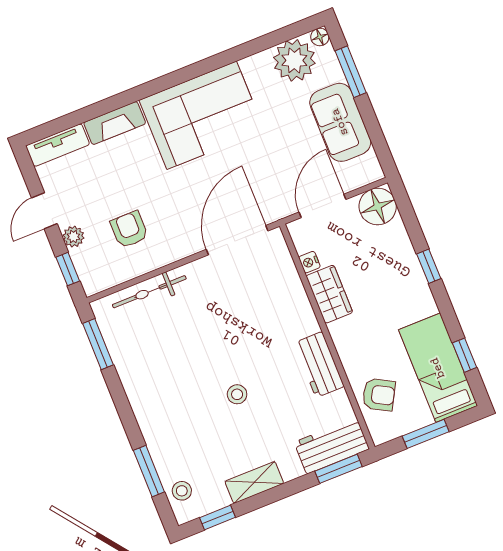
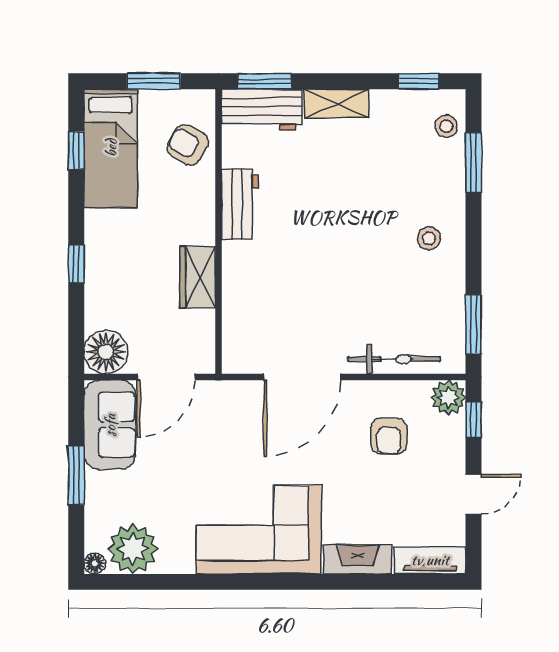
window: (351, 72) -> (76, 475), moved
sofa: (340, 122) -> (110, 425), moved
plant: (73, 237) -> (448, 398), moved, width x1.38, depth x1.38
door: (237, 240) -> (302, 377), moved
nightstand: (309, 262) -> (205, 321), removed
stool: (237, 394) -> (429, 238), moved
shelving: (254, 482) -> (337, 104), moved

